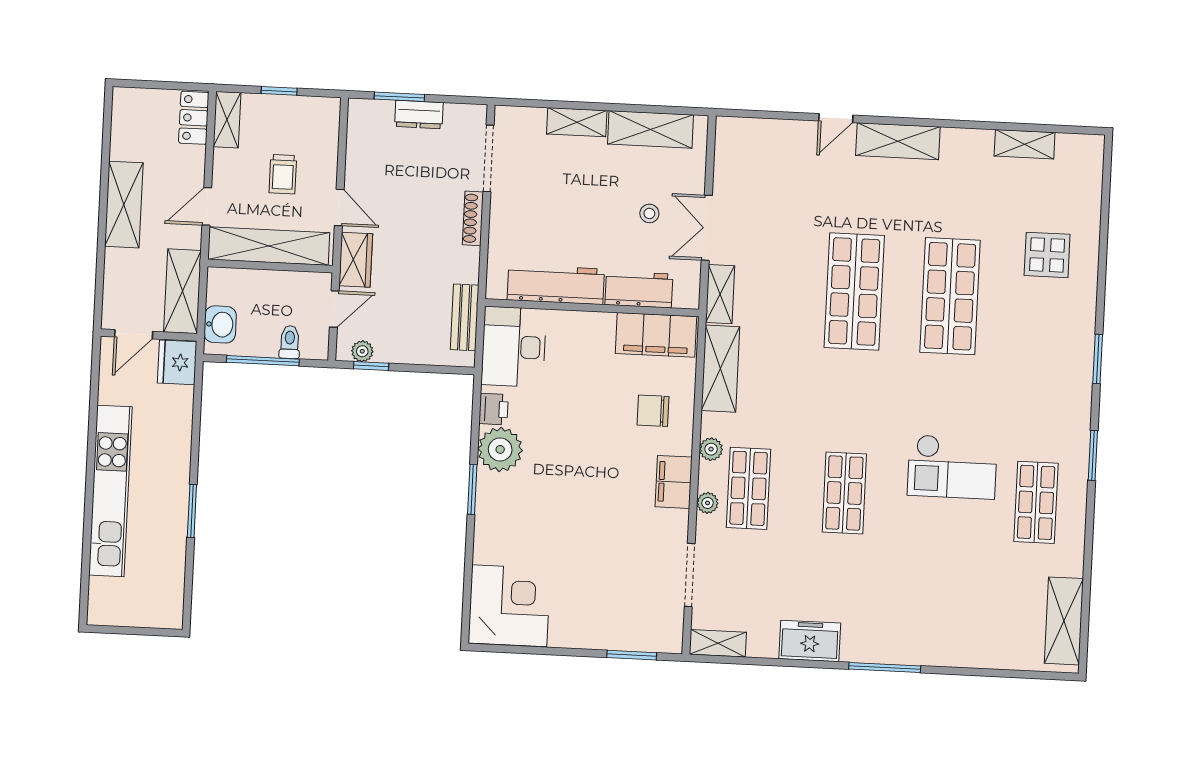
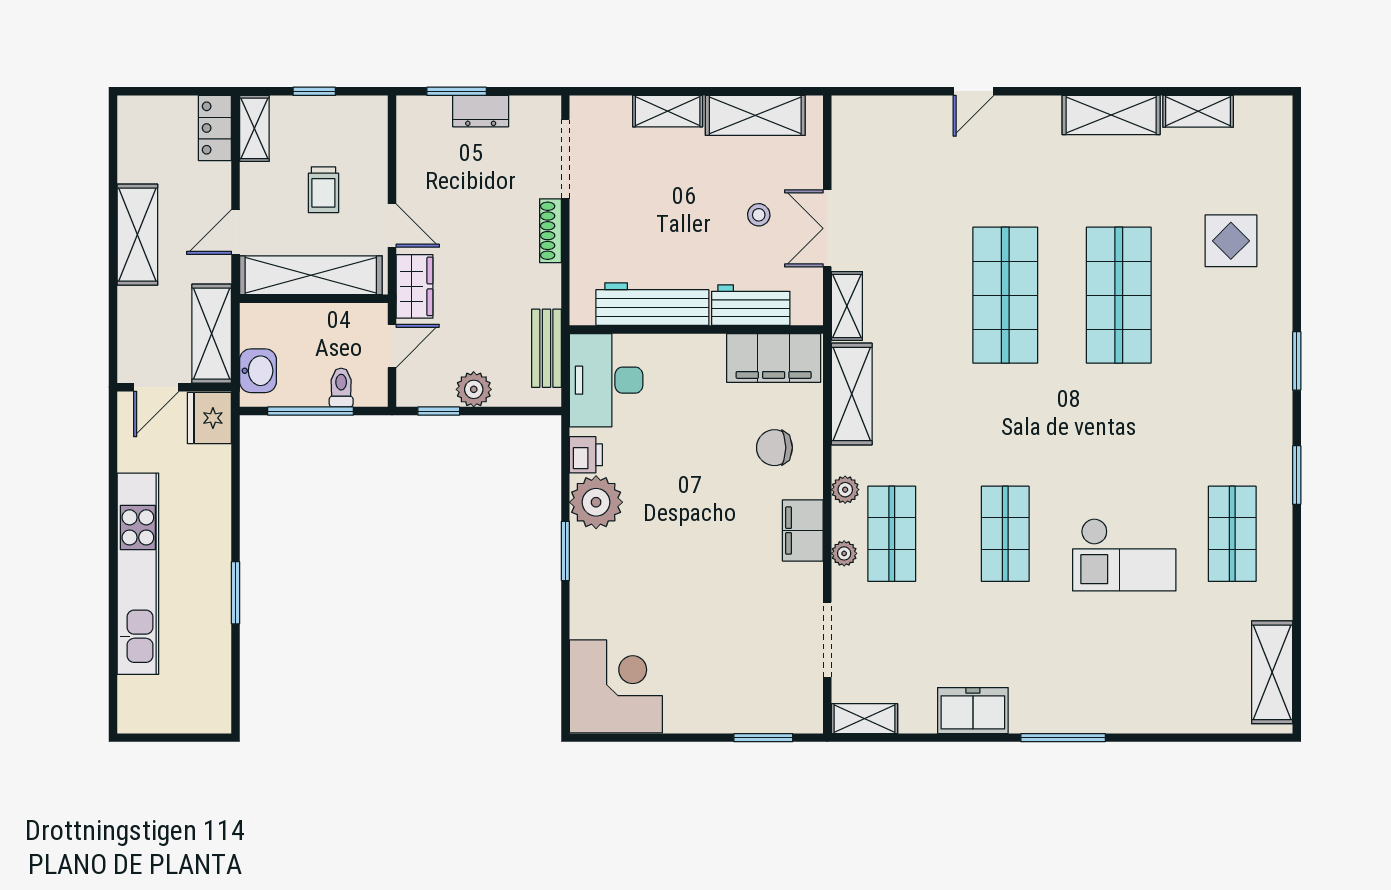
shelving: (898, 141) -> (1111, 115), moved
plant: (362, 351) -> (474, 389), moved, width x1.38, depth x1.38
checkout: (952, 467) -> (1124, 555), moved

